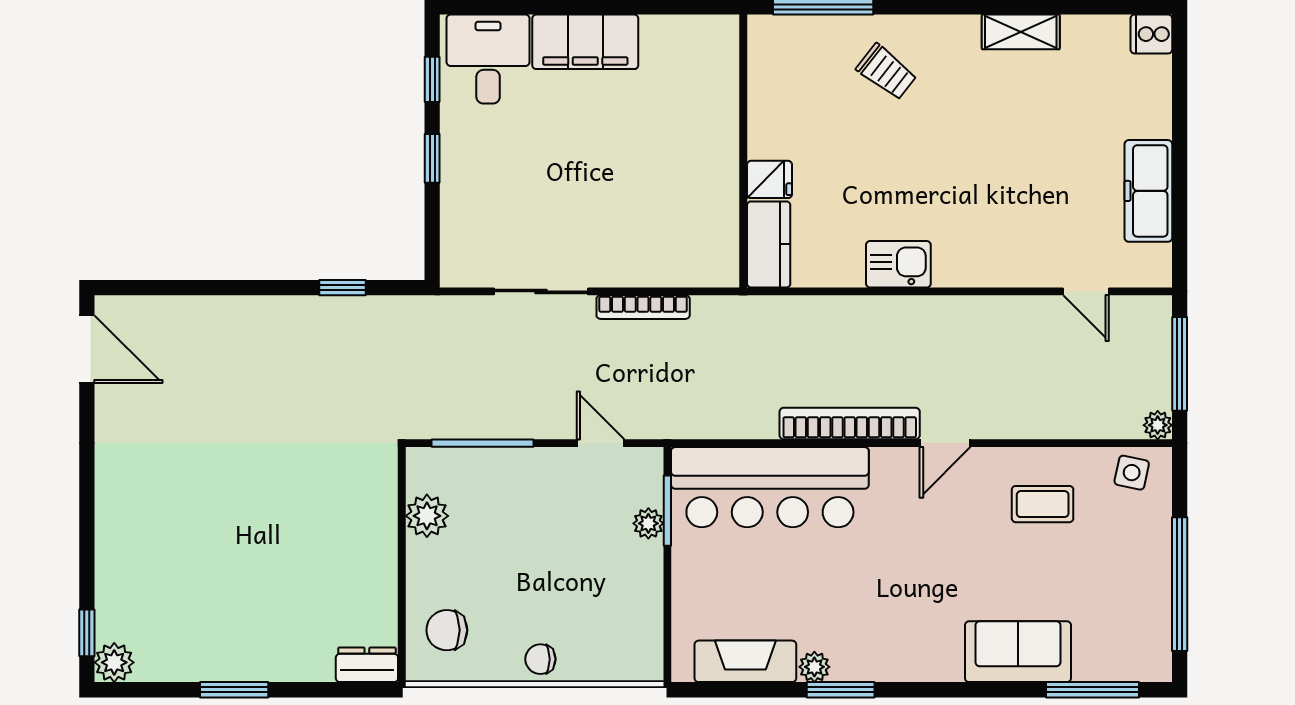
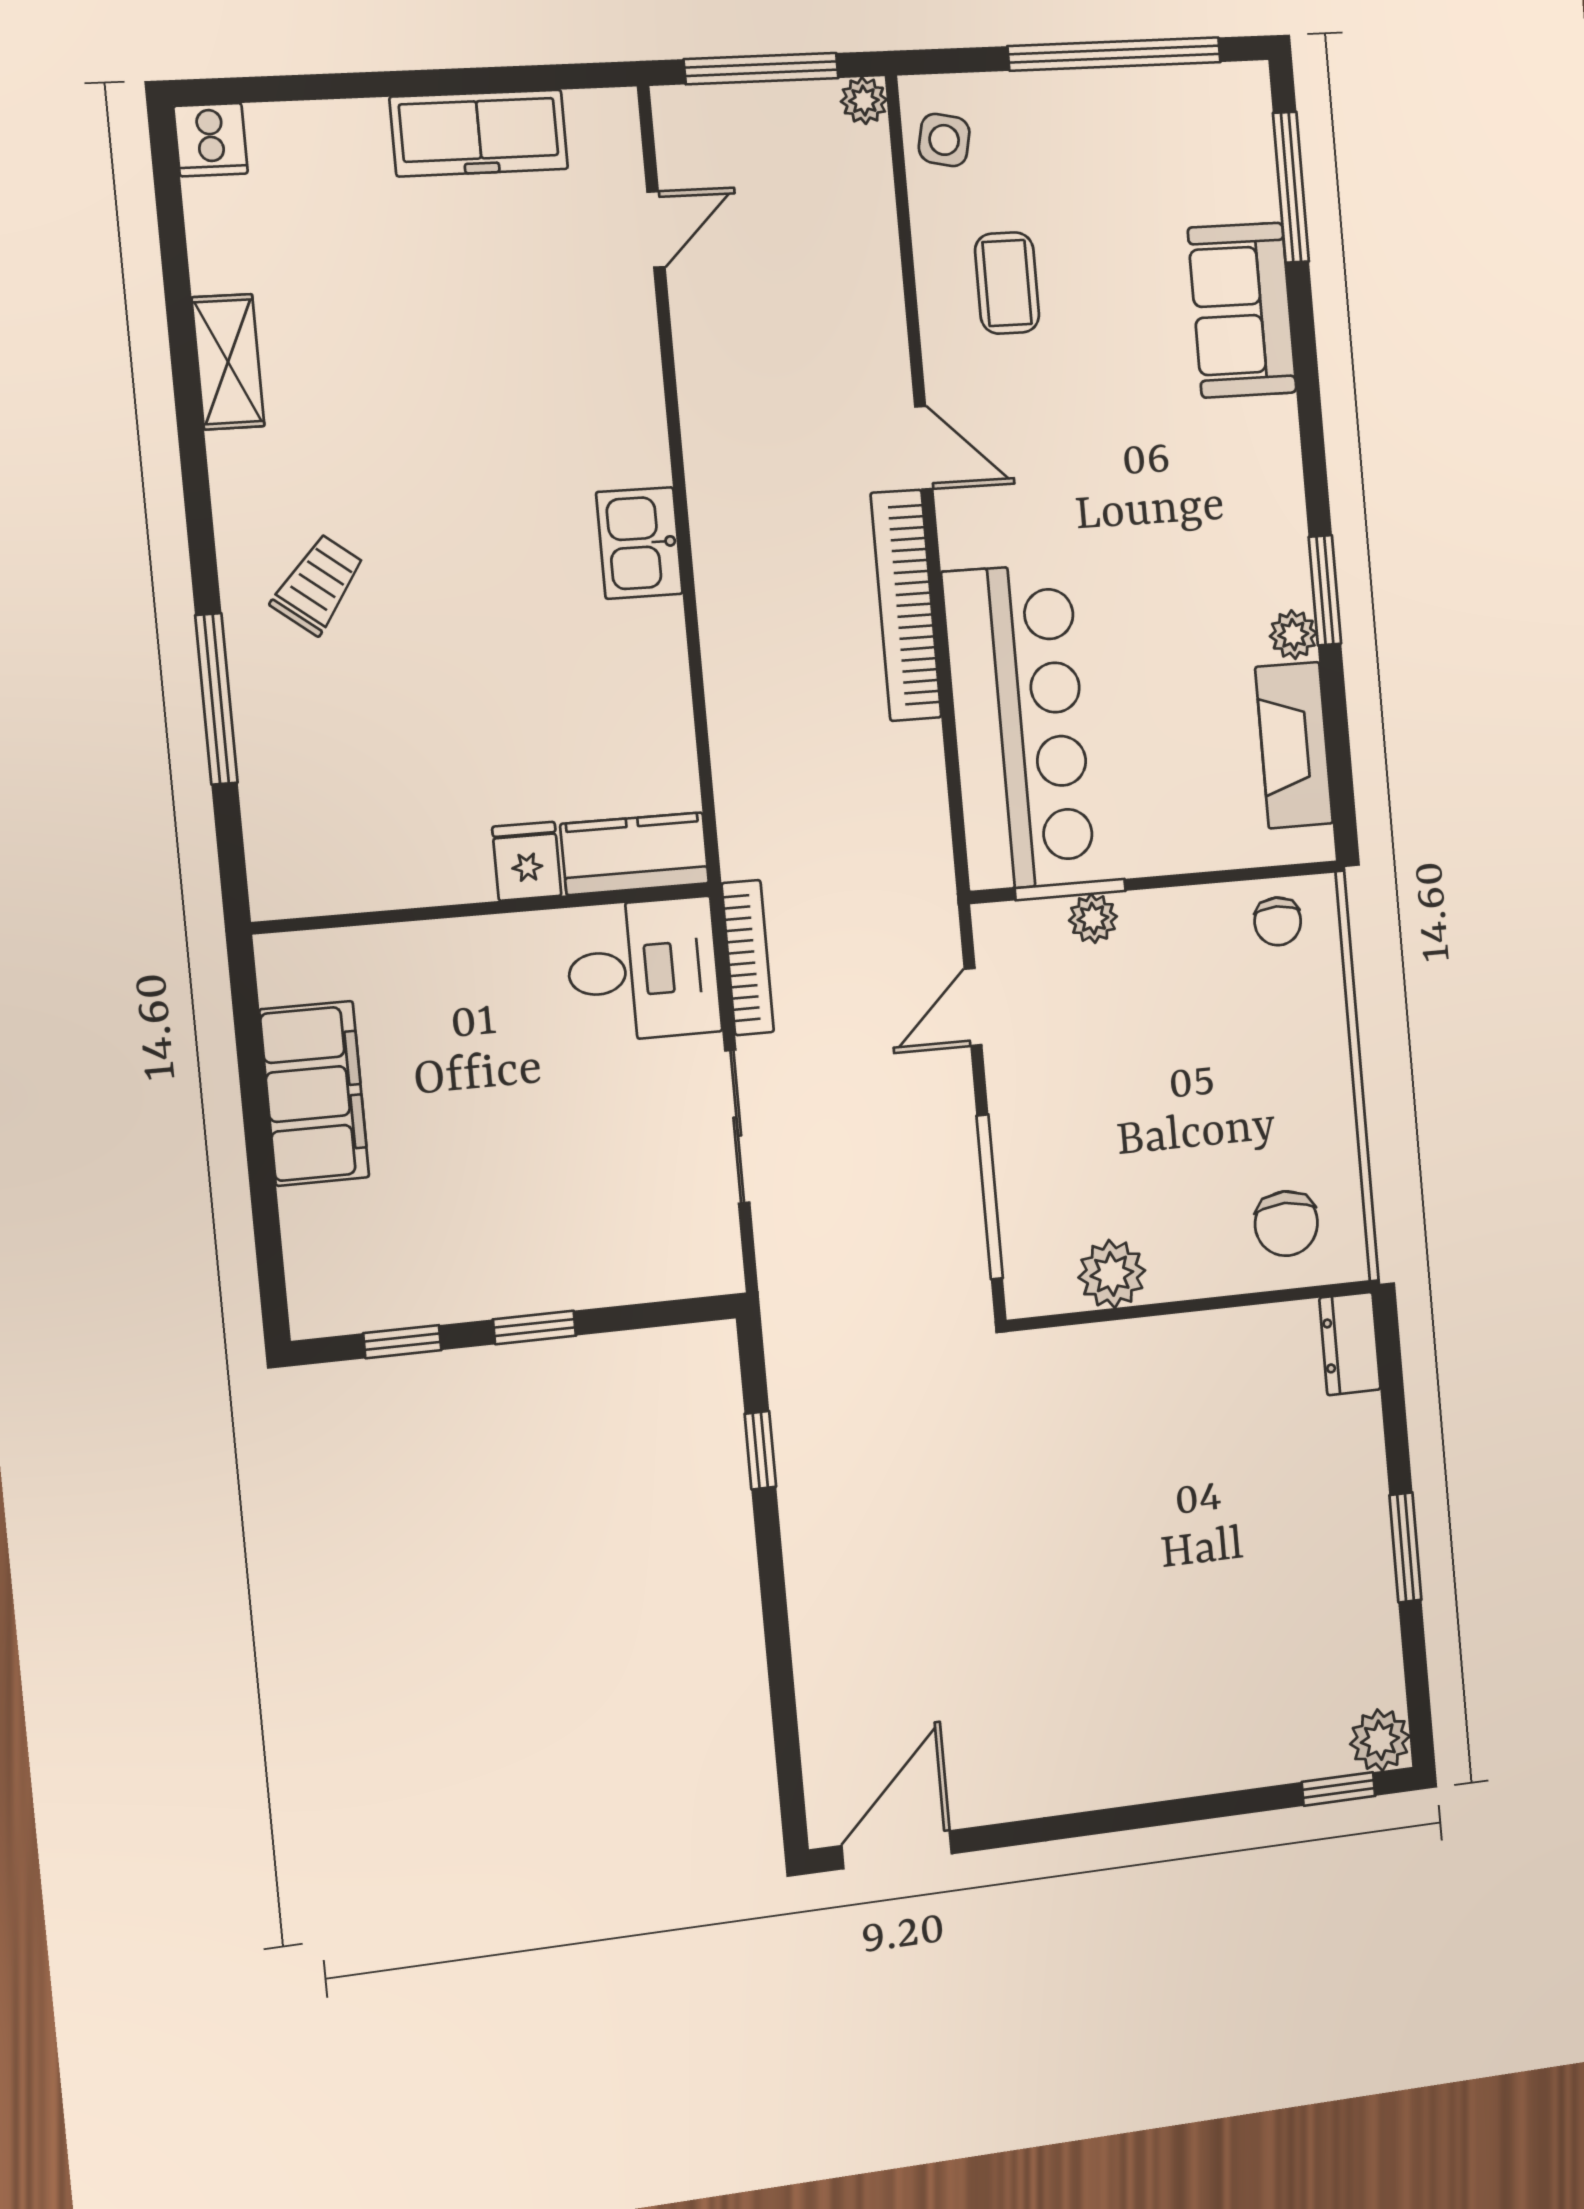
desk: (488, 59) -> (643, 970), moved, turned 180
wall: (743, 151) -> (483, 909), moved
fridge: (769, 179) -> (527, 861), moved
kitchen counter: (769, 244) -> (635, 854), moved
chair: (540, 659) -> (1278, 921), moved

